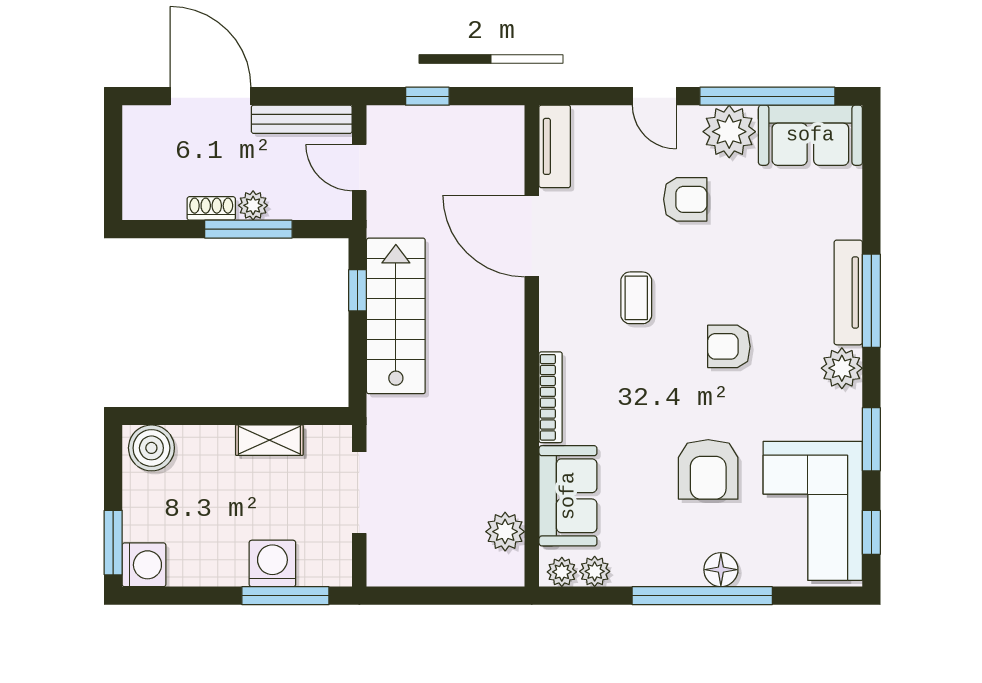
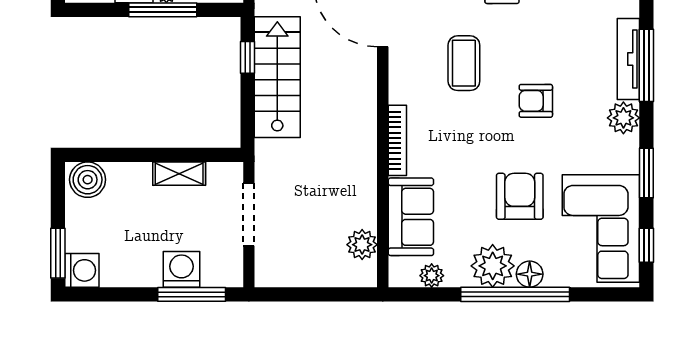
coffee table: (636, 298) -> (464, 63), width x1.36, depth x1.30
armchair: (708, 469) -> (520, 196), turned 180
plant: (562, 572) -> (493, 266), moved, width x1.87, depth x1.87

